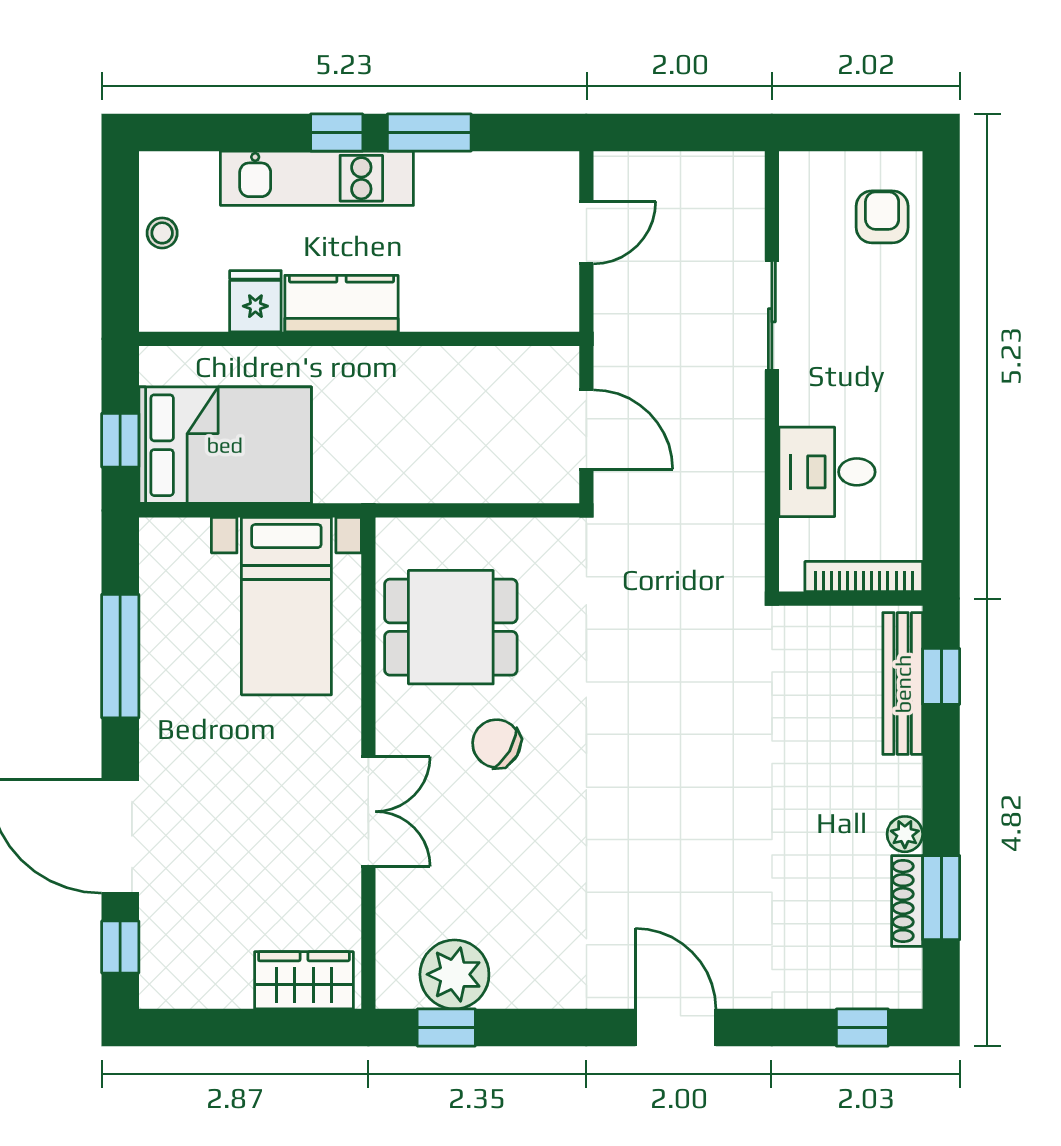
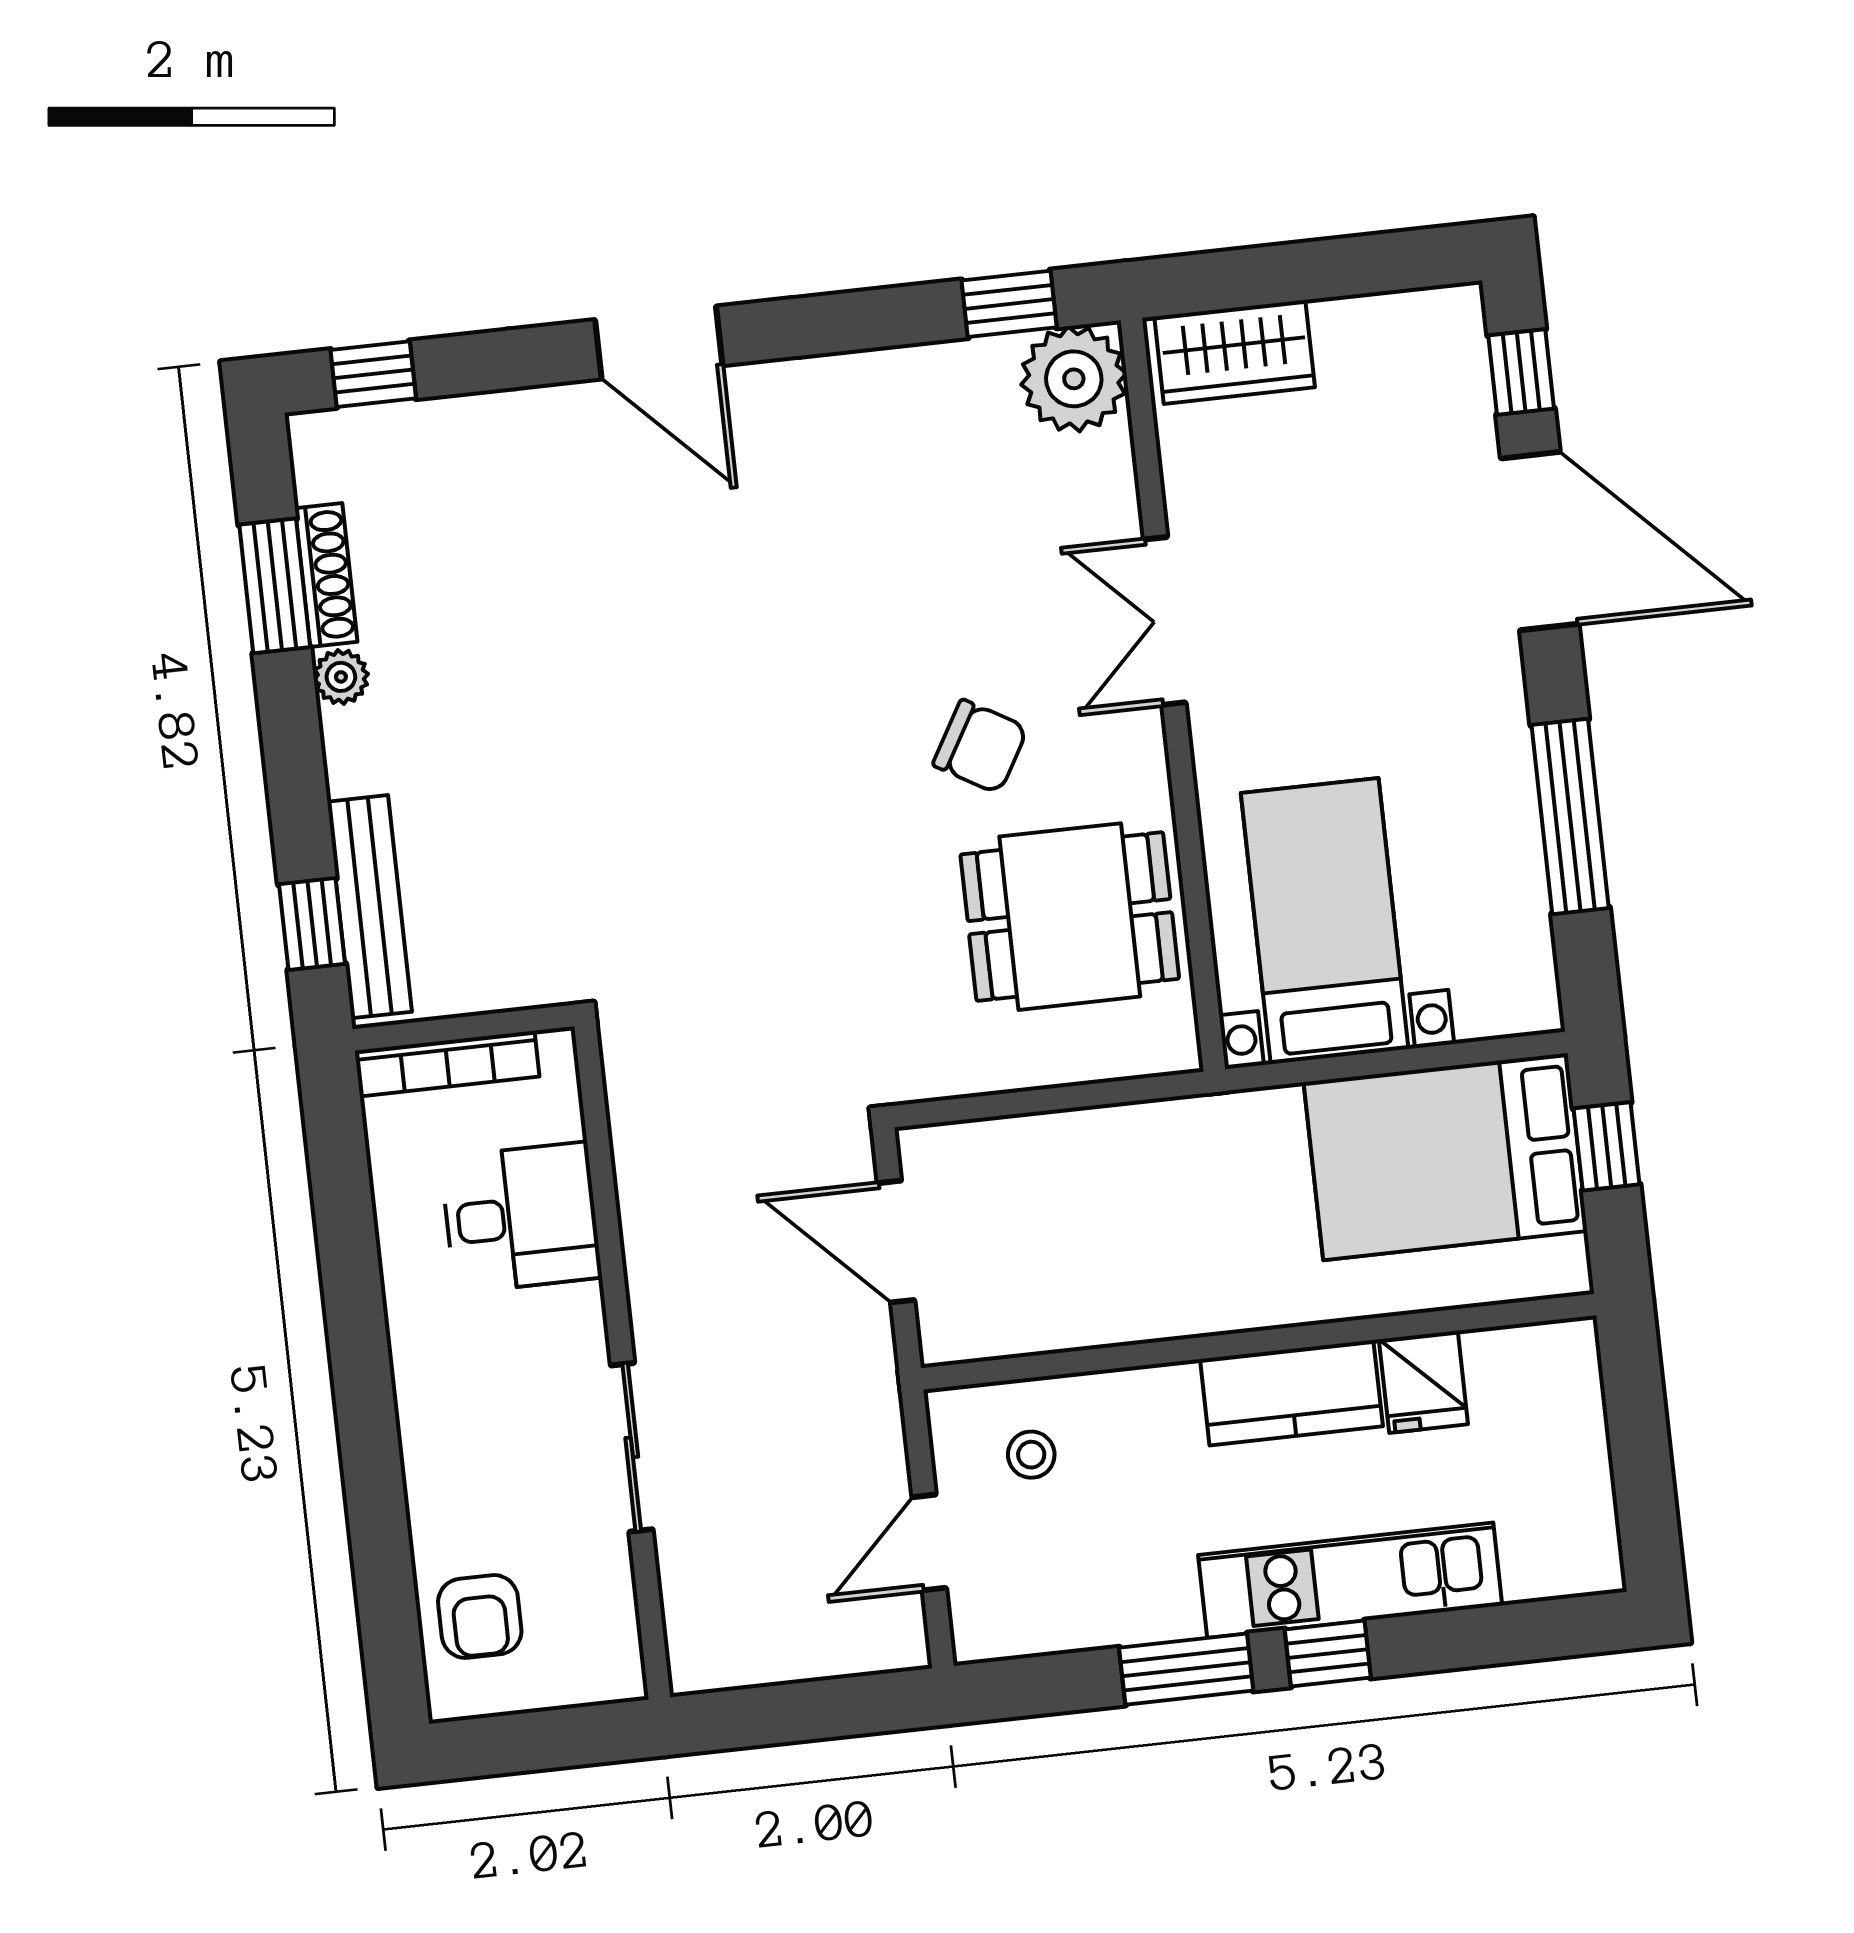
stool: (162, 233) -> (1031, 1455), moved
plant: (454, 974) -> (1074, 379), moved

